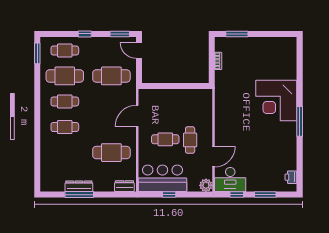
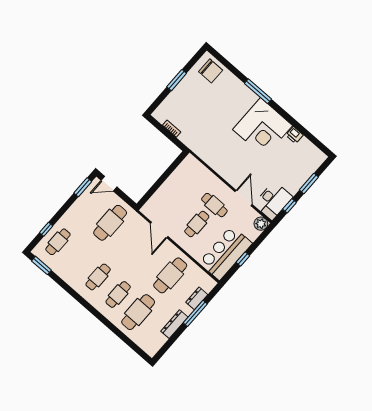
window: (85, 34) -> (46, 229), moved
window: (237, 34) -> (177, 80), moved
chair: (284, 53) -> (211, 71), added
cafe table: (65, 76) -> (138, 312), moved
corner desk: (276, 101) -> (263, 128), moved
window: (300, 121) -> (258, 91), moved
printer: (291, 177) -> (294, 135), moved
dresser: (124, 186) -> (197, 298), moved
window: (79, 195) -> (195, 313), moved

